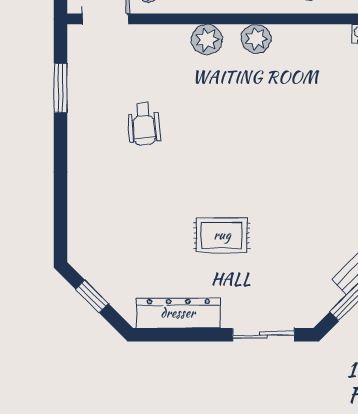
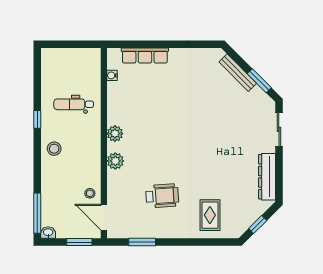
wheelchair: (144, 124) -> (162, 196), width x1.36, depth x1.37
rug: (222, 235) -> (210, 215), moved

